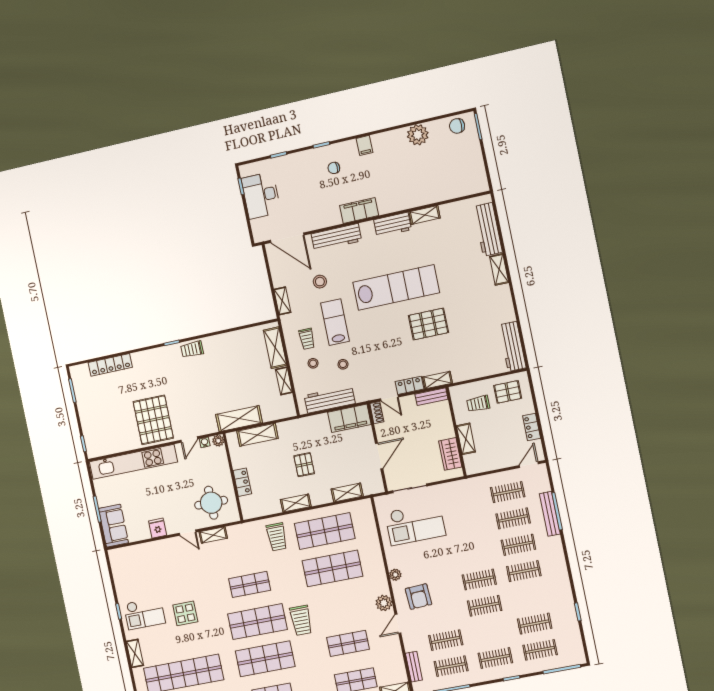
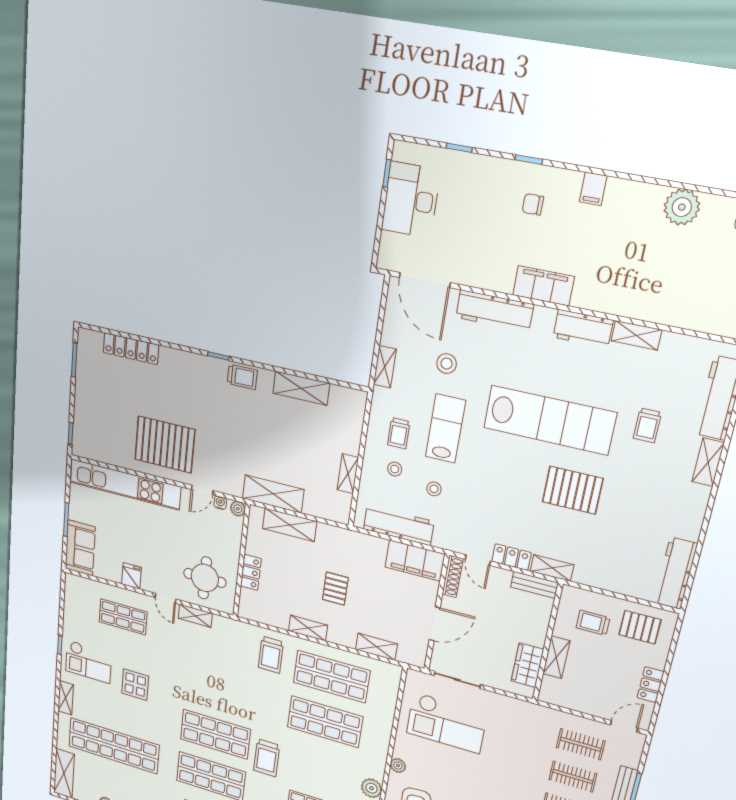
trolley: (455, 264) -> (647, 425), added
shelving: (275, 348) -> (301, 388), moved, turned 90
trolley: (192, 349) -> (242, 377), turned 180
shoe rack: (377, 413) -> (453, 576), width x1.43
pallet: (153, 420) -> (165, 445), turned 90
shop shelf: (250, 584) -> (123, 617), moved

